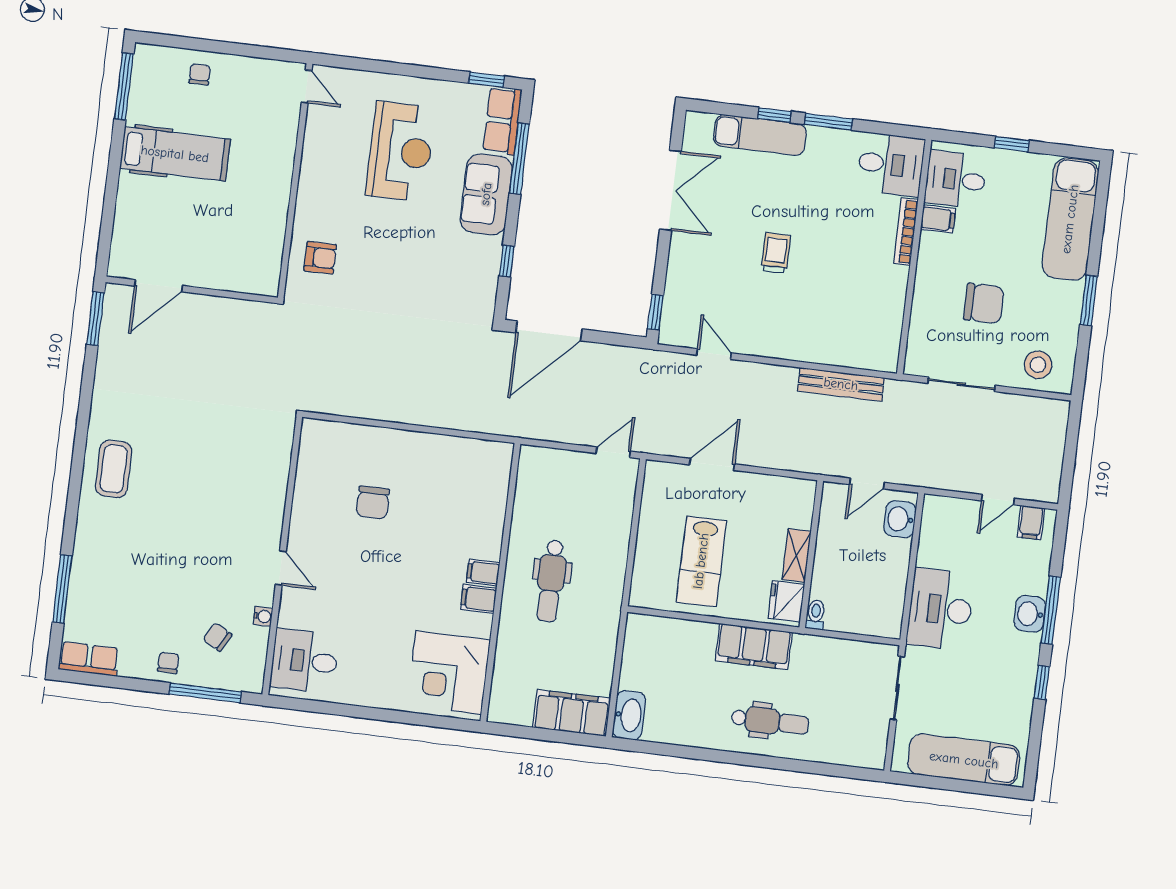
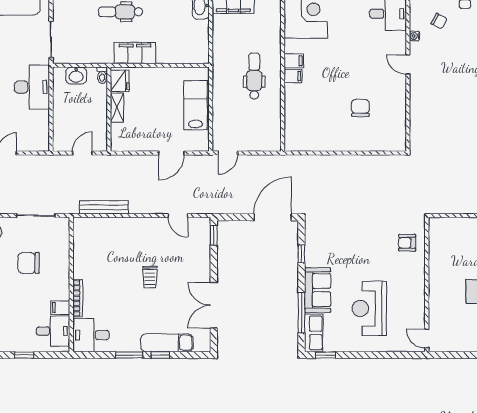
washbasin: (900, 519) -> (76, 76), moved, turned 90
lab bench: (701, 561) -> (196, 105), moved

